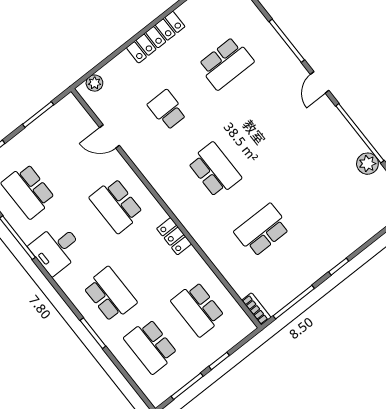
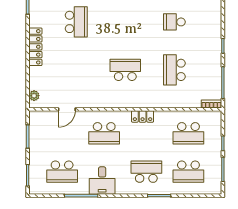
school desk: (167, 110) -> (174, 22), moved

